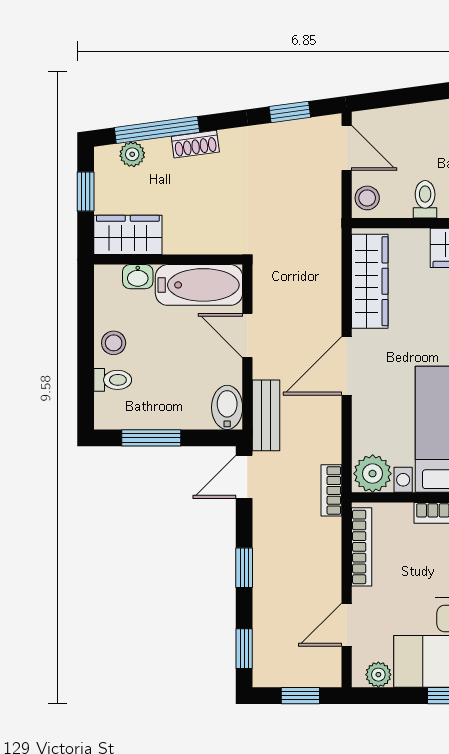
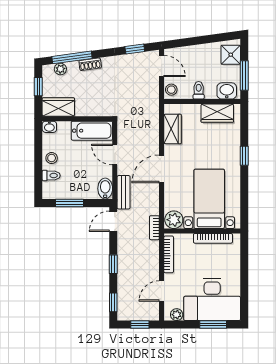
washbasin: (138, 277) -> (49, 127), moved
wardrobe: (370, 281) -> (173, 129), width x0.67

